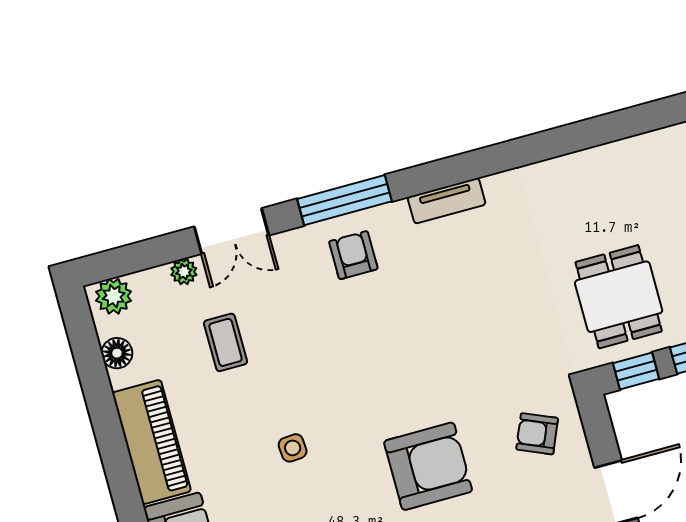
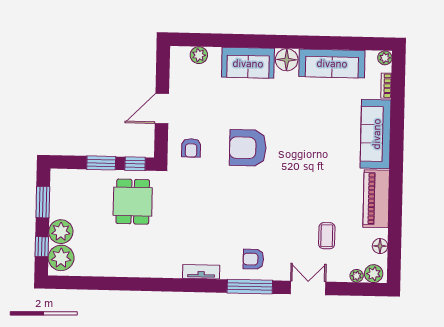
armchair: (353, 255) -> (253, 259), turned 90
plant: (184, 272) -> (357, 276), moved
armchair: (537, 434) -> (191, 148), turned 67
side table: (293, 448) -> (310, 176), removed

